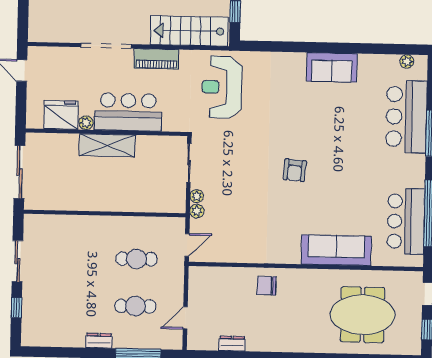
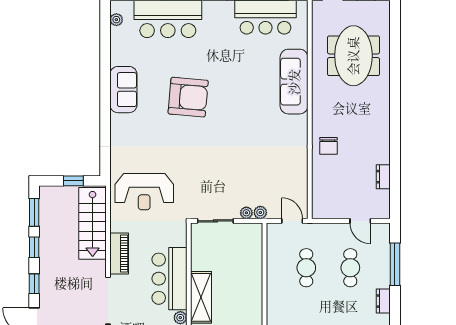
armchair: (295, 170) -> (188, 97), moved, width x1.88, depth x1.88

